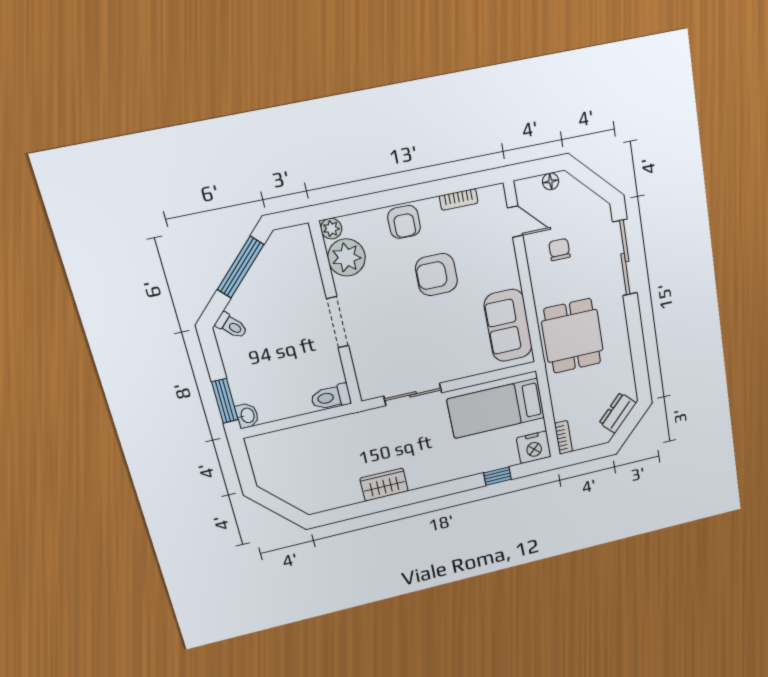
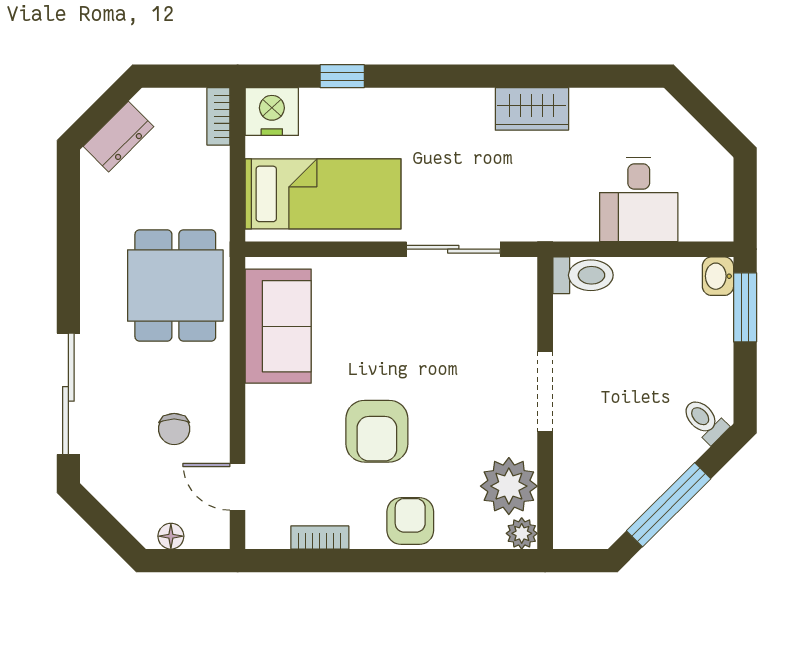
armchair: (436, 275) -> (377, 431), turned 90
desk: (308, 449) -> (639, 199), added

